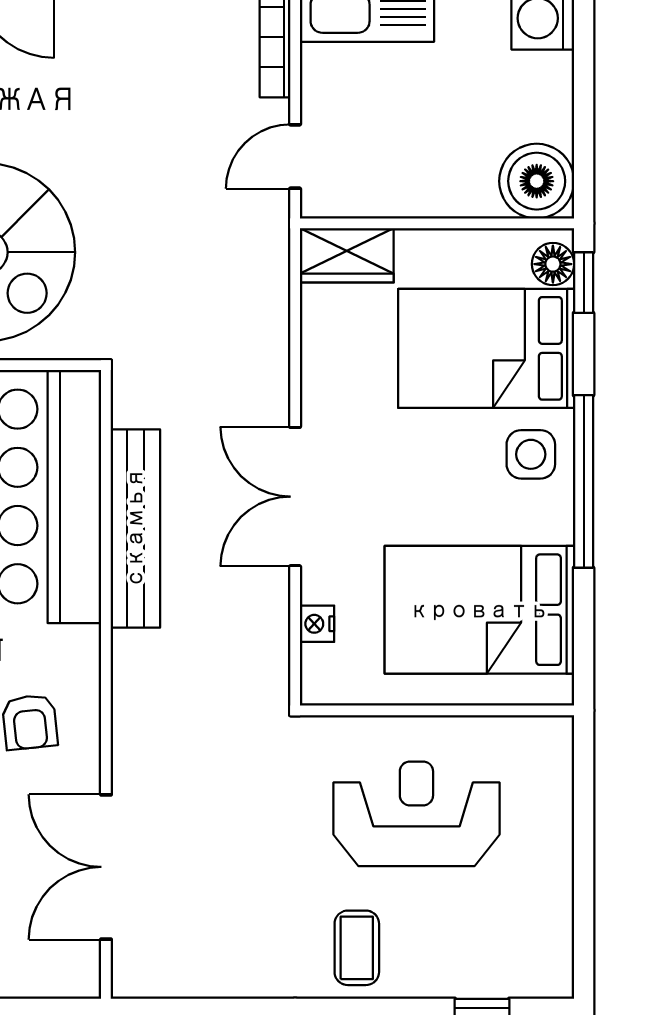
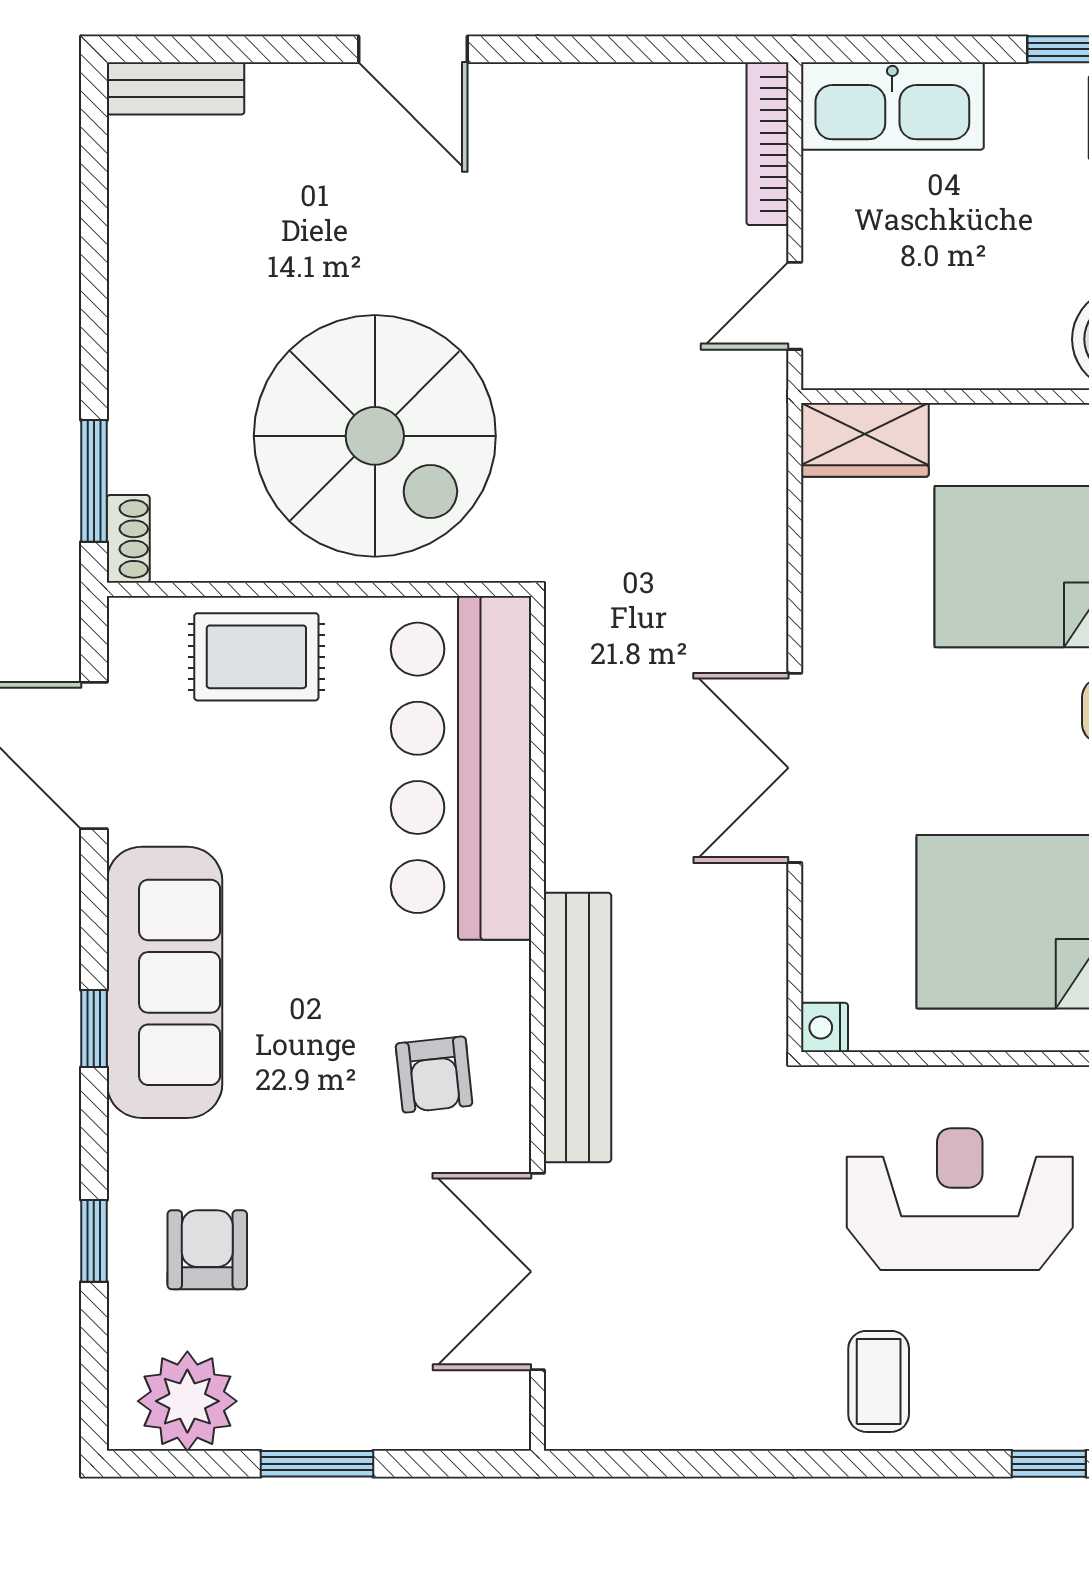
bench: (135, 528) -> (578, 1027), moved
nightstand: (317, 624) -> (825, 1027), moved

